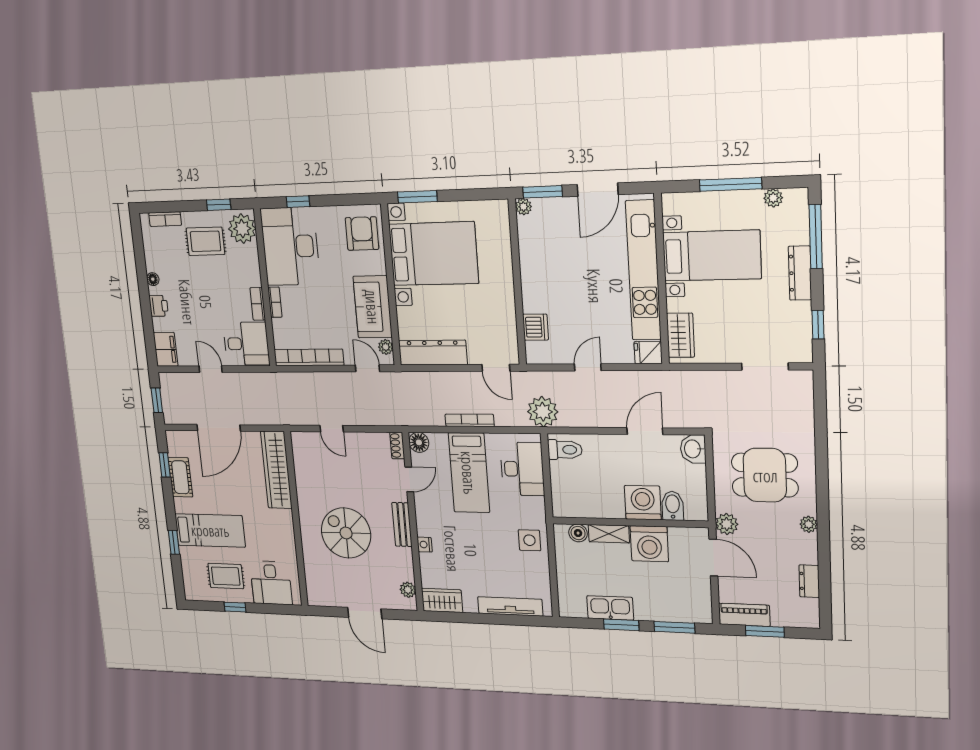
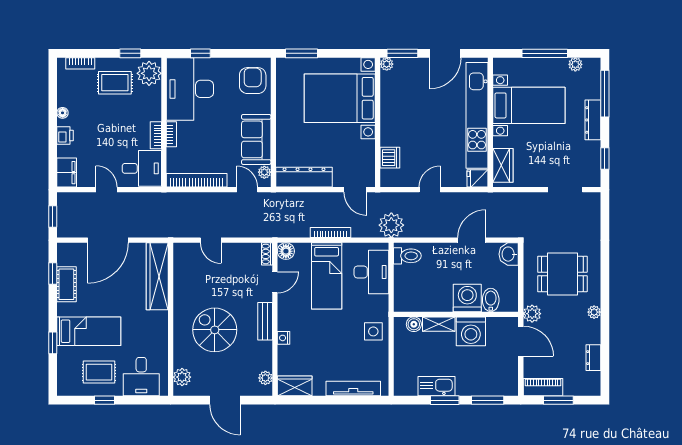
bed with nightstands: (434, 254) -> (340, 98), moved, turned 180
plant: (315, 585) -> (182, 377), added

